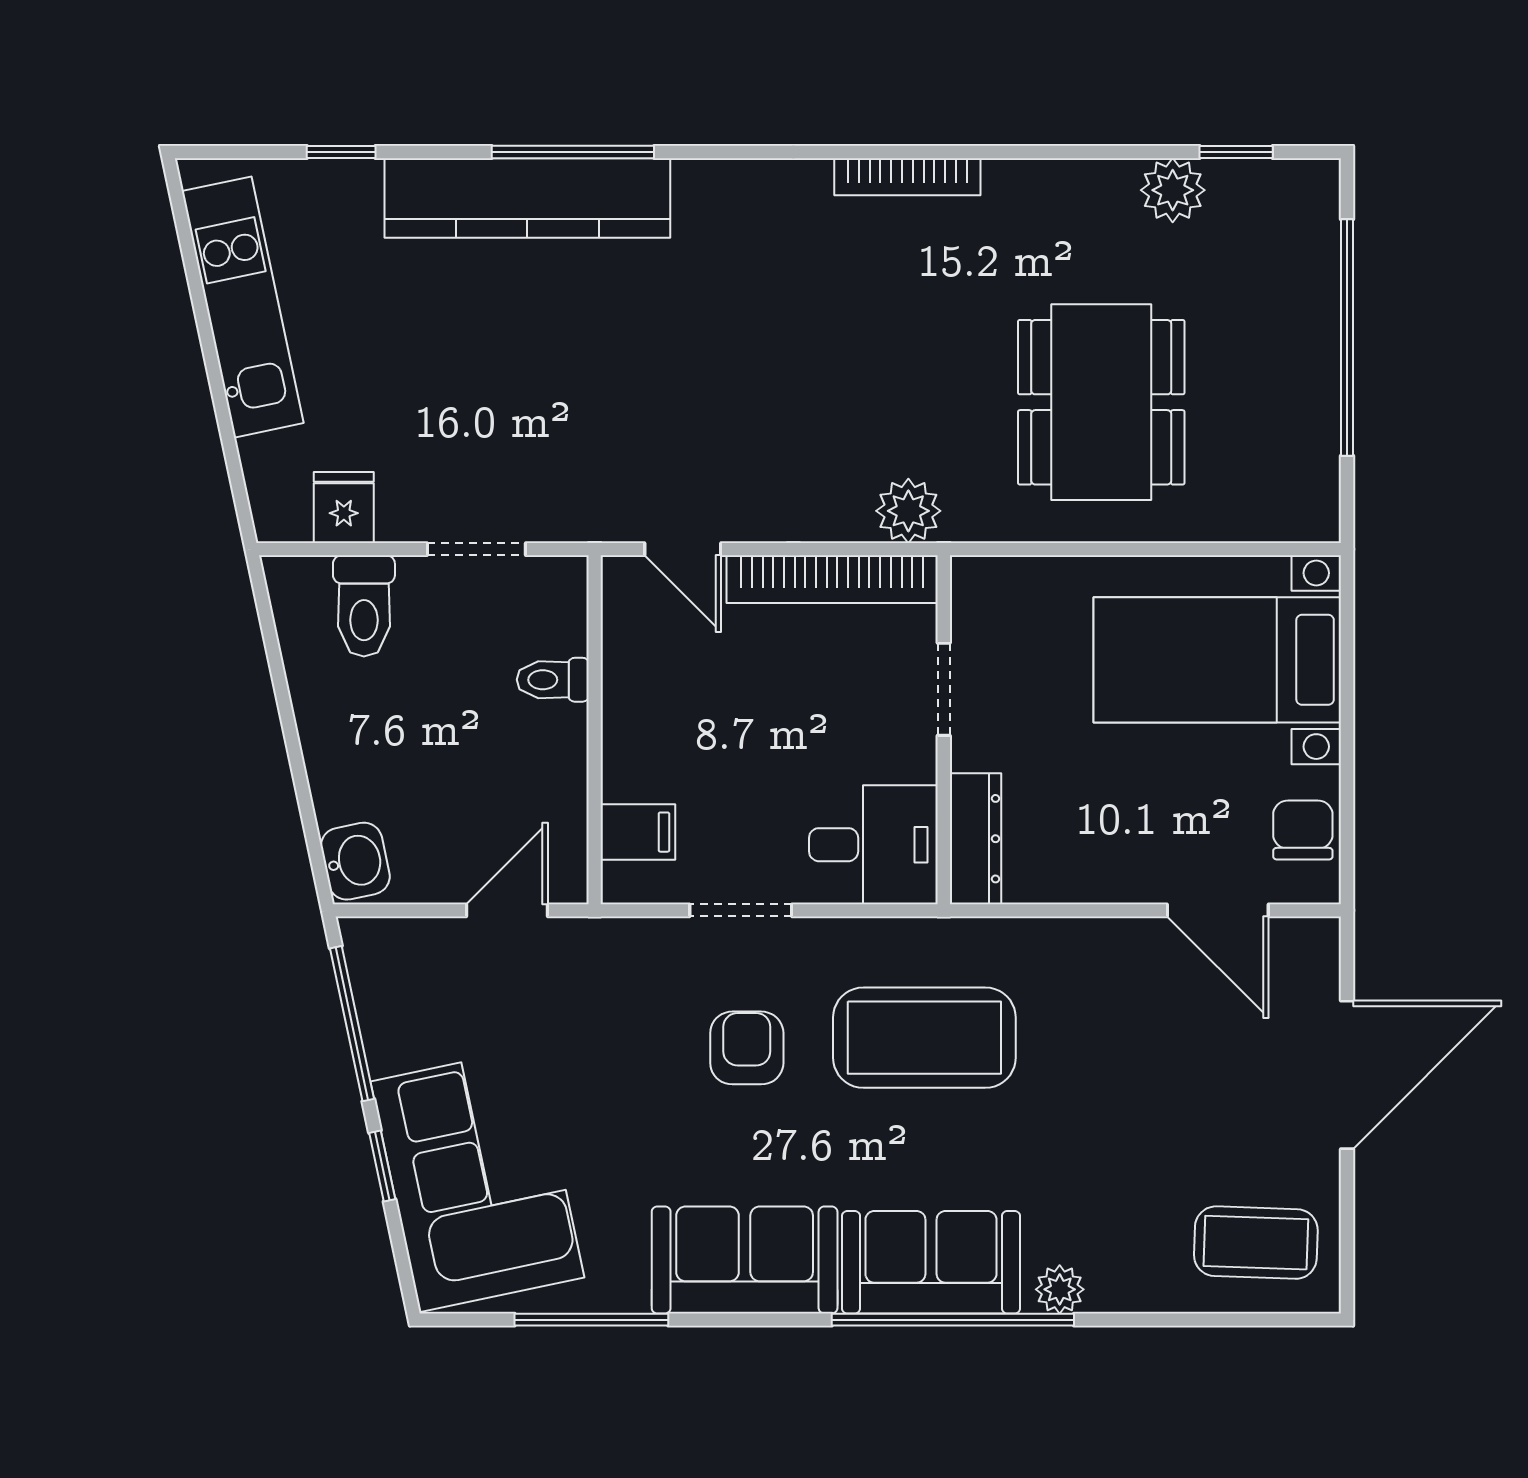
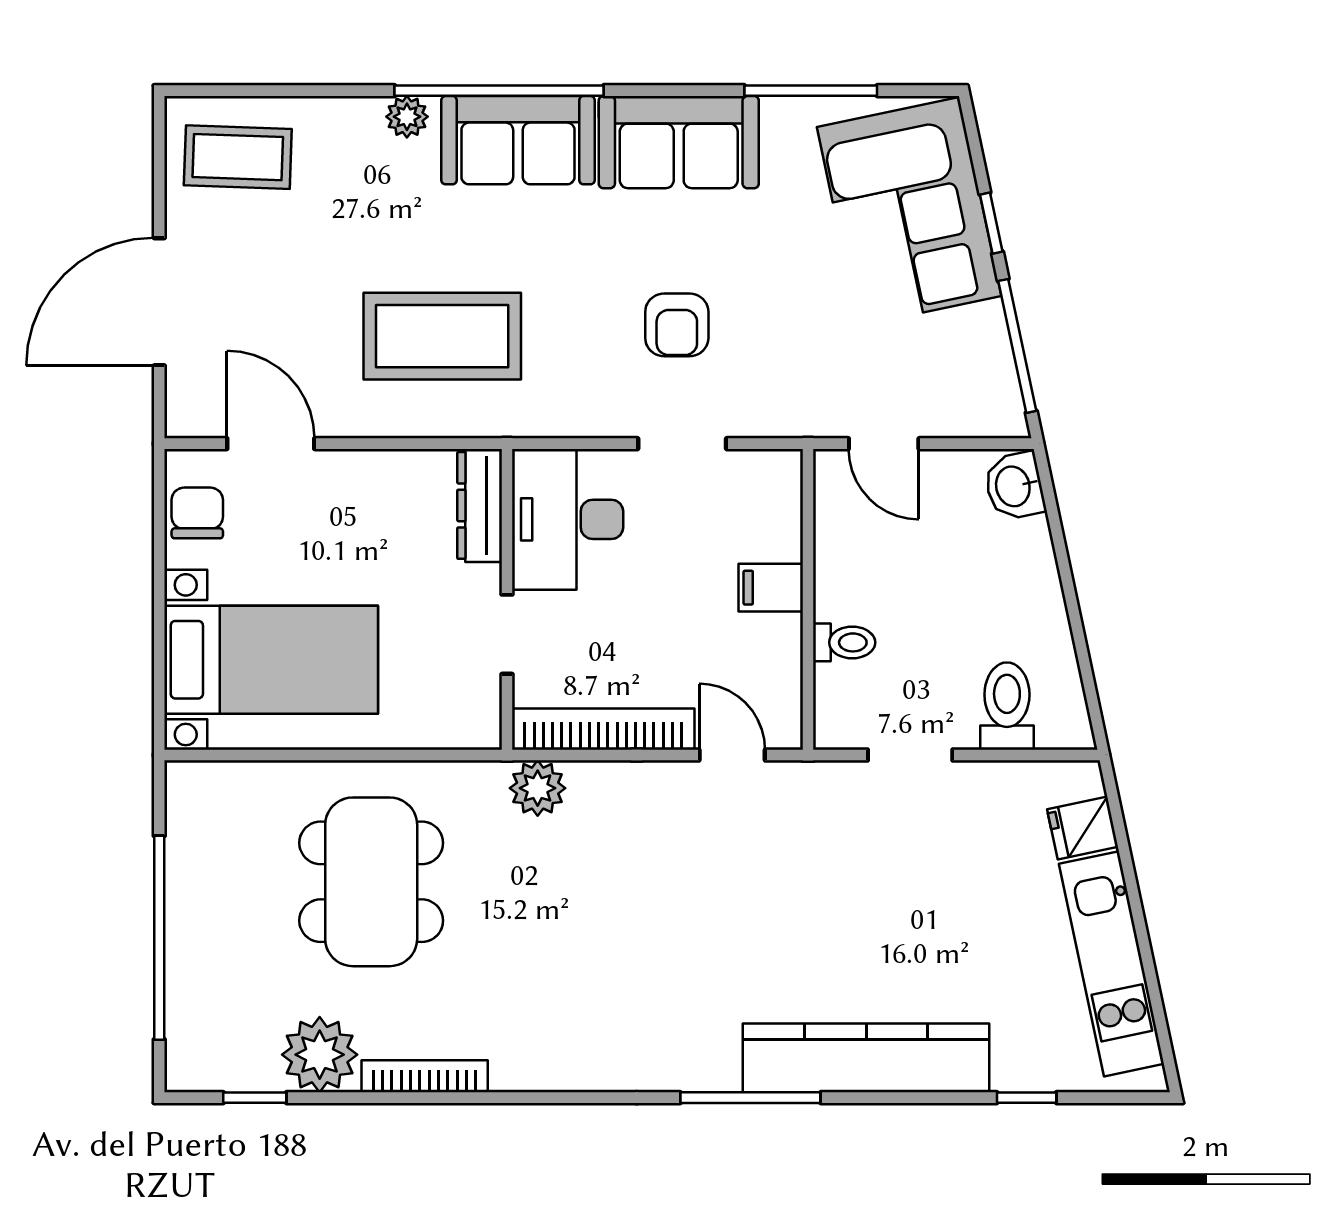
window: (573, 152) -> (750, 1098), moved
bookcase: (907, 177) -> (425, 1076), moved
plant: (1173, 190) -> (320, 1055), width x1.36, depth x1.36
fridge: (344, 507) -> (1083, 828), moved, turned 78
chair: (1303, 830) -> (197, 513), turned 180
filing cabinet: (638, 832) -> (771, 588), moved
desk: (873, 845) -> (568, 519), width x1.37
door: (507, 910) -> (884, 444), hinge flipped
coffee table: (924, 1038) -> (442, 336), moved

